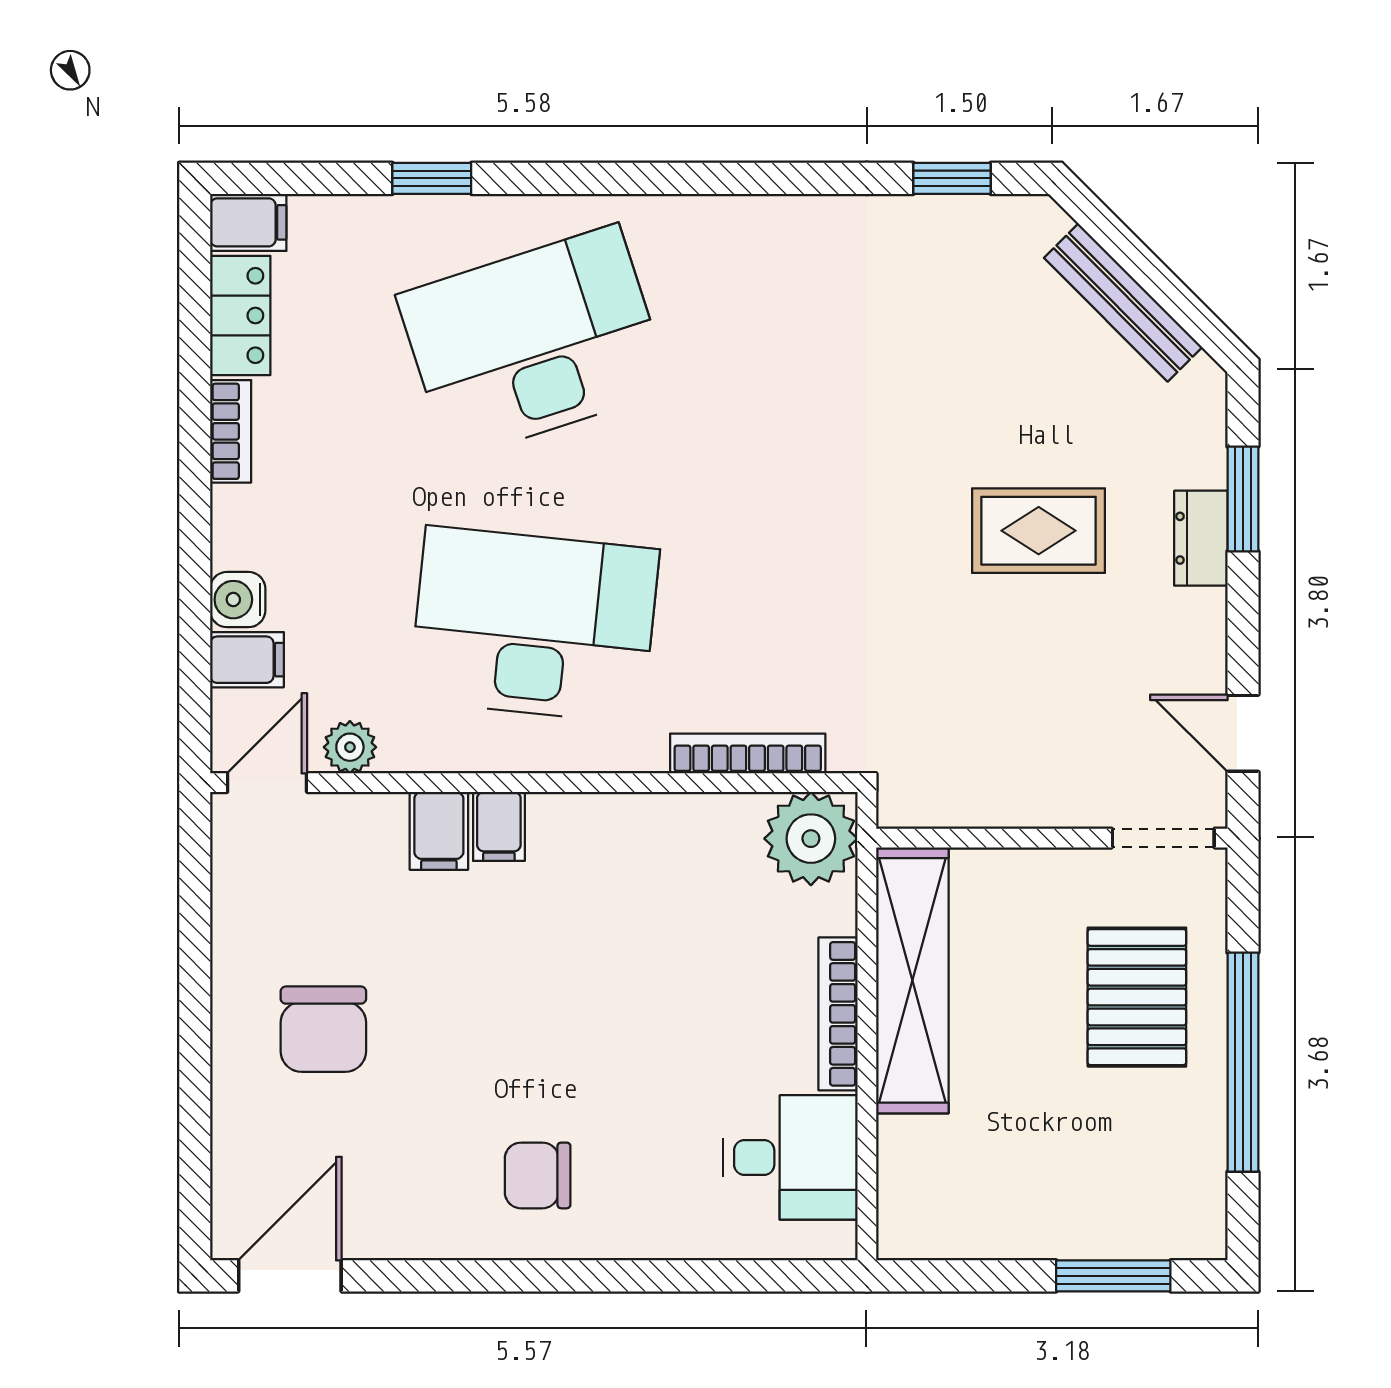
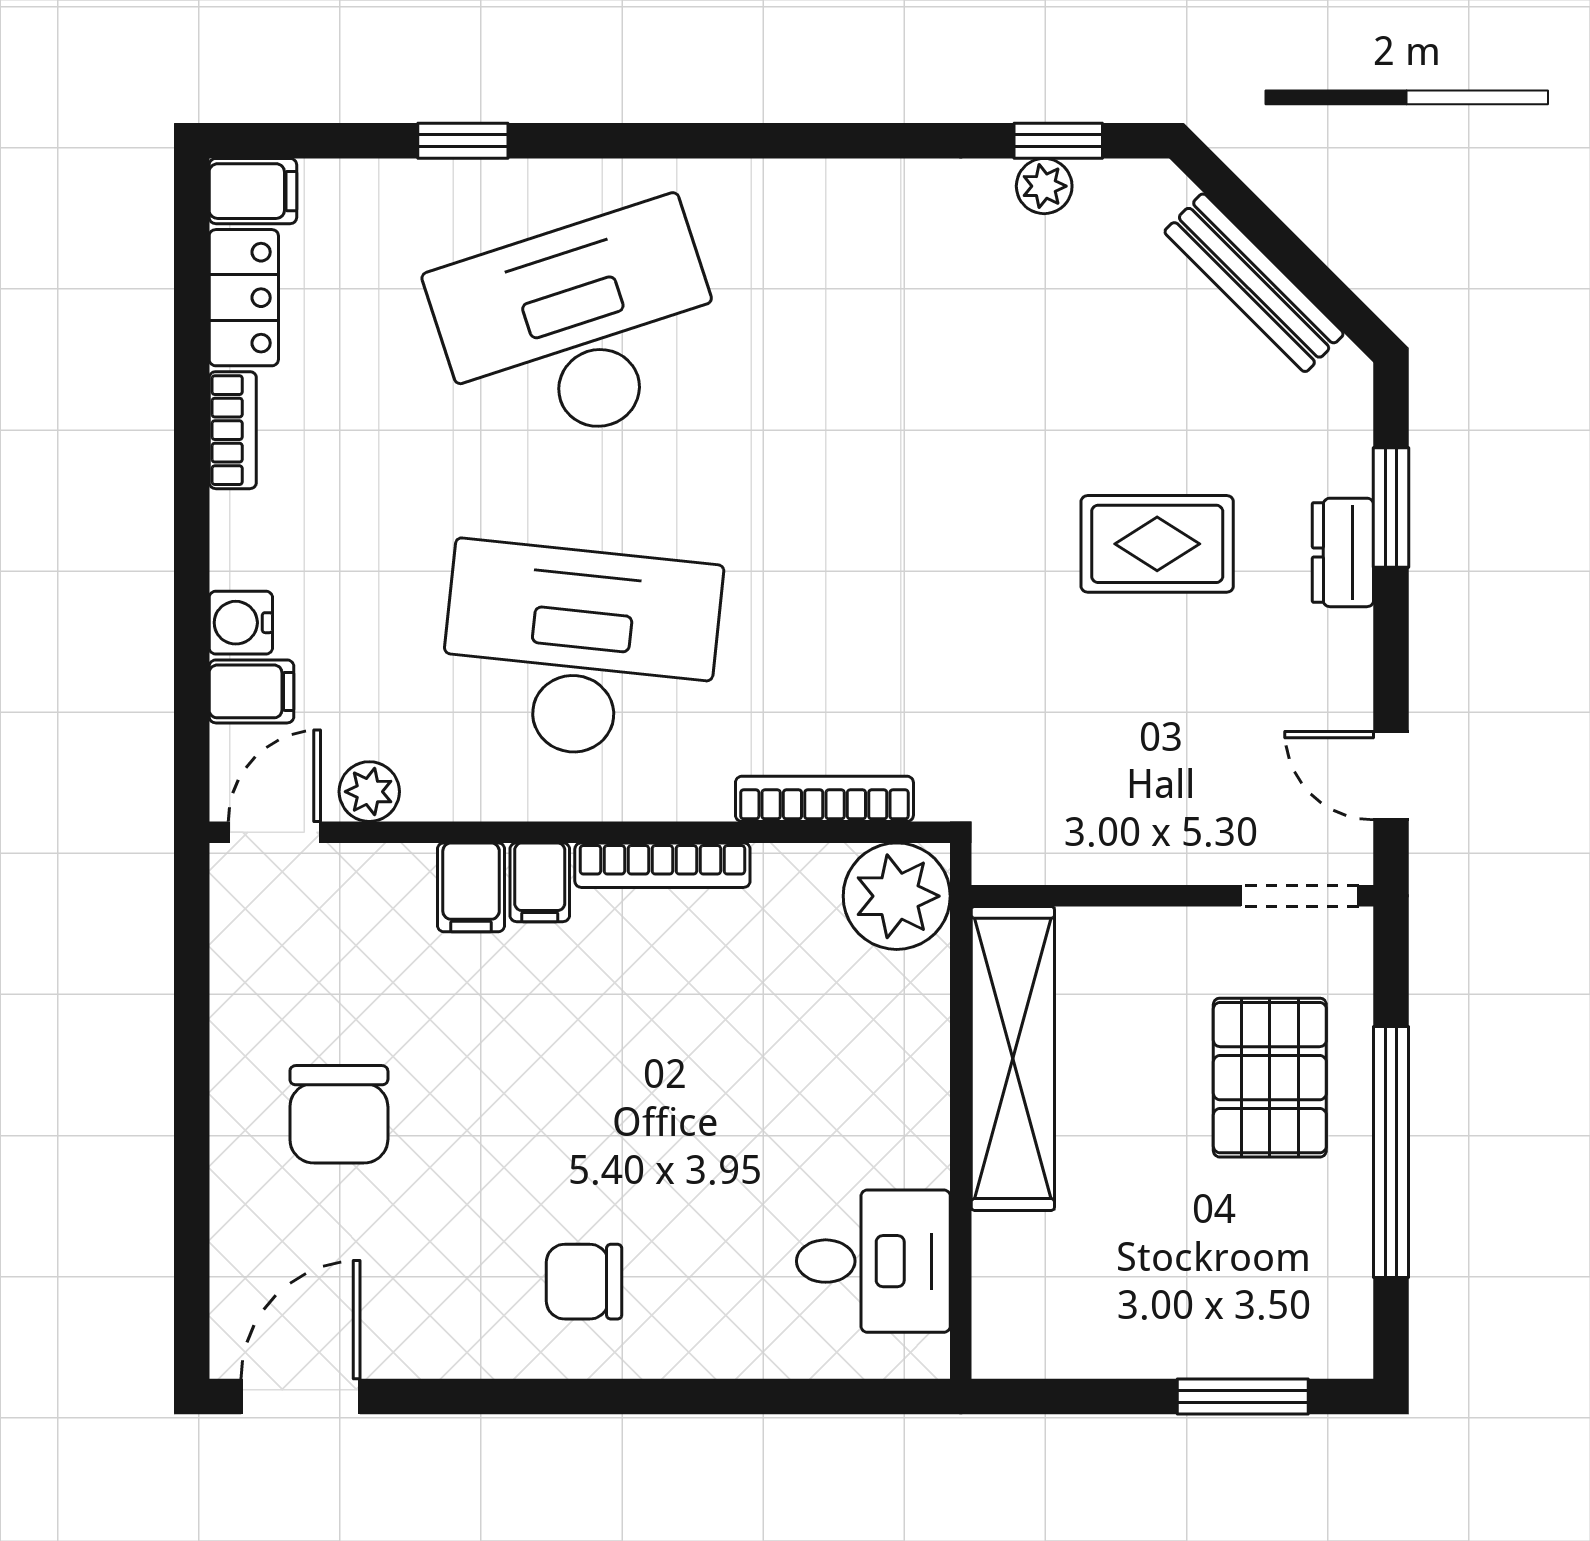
plant: (940, 218) -> (1044, 186), added
bookcase: (838, 1014) -> (662, 865), moved, turned -90

